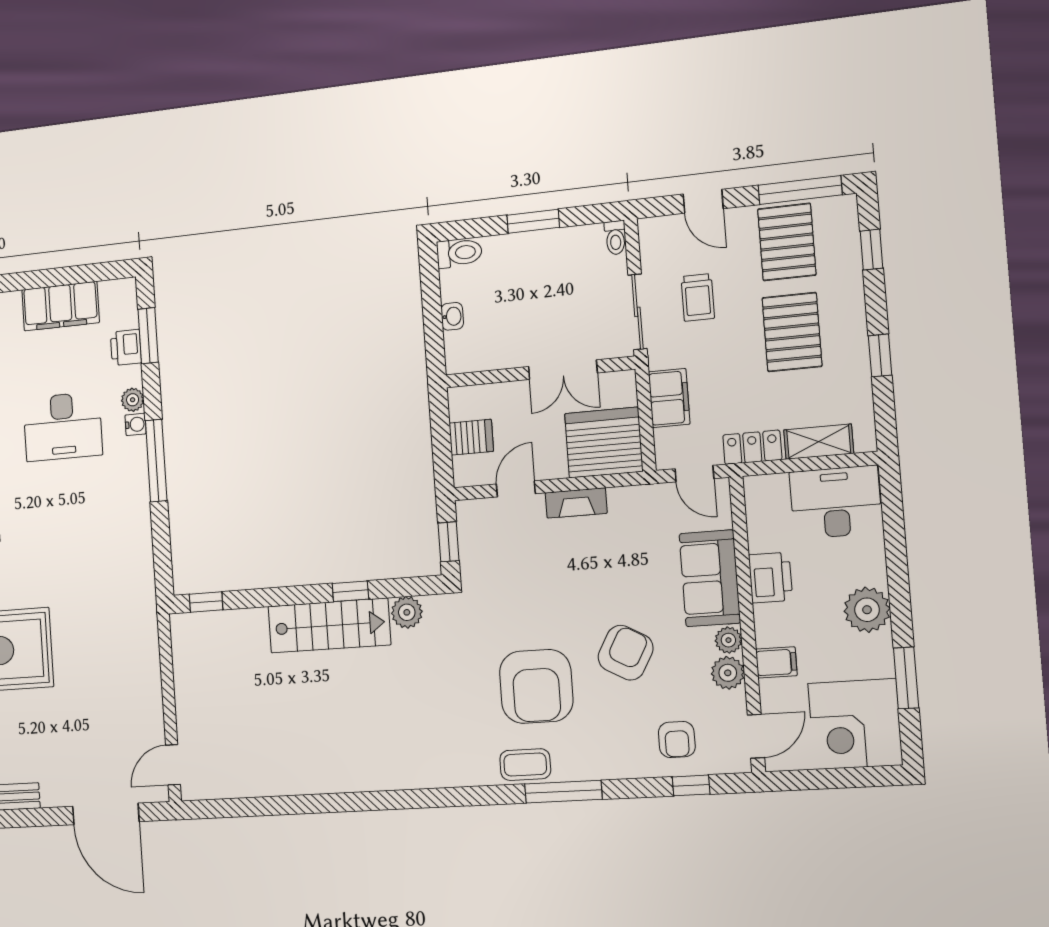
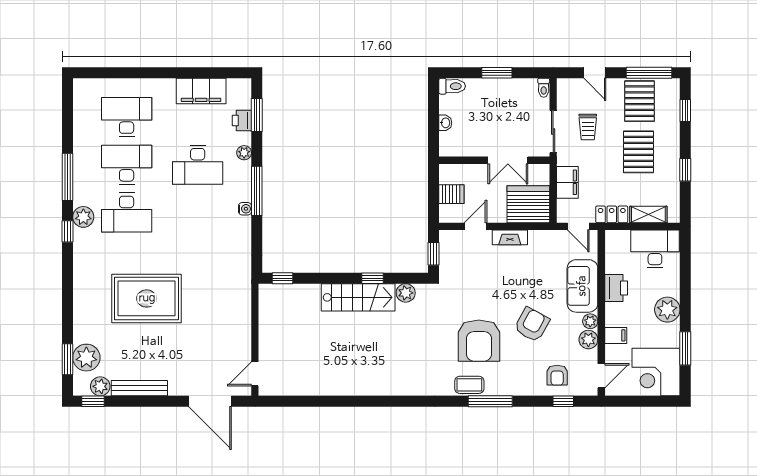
water cooler: (136, 424) -> (245, 209), moved

